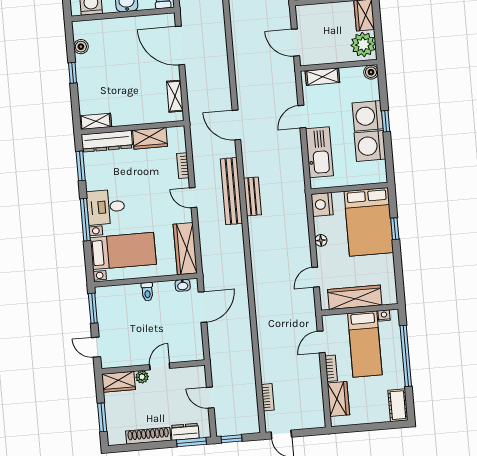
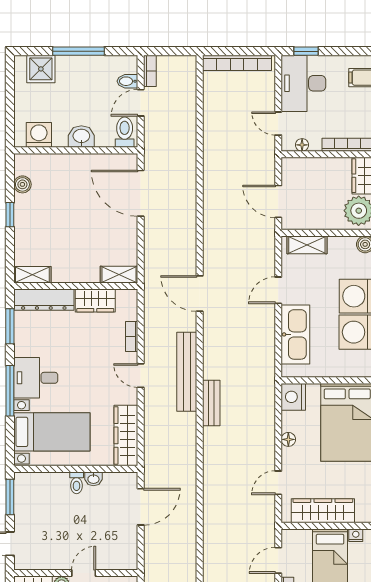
shelving: (175, 96) -> (119, 275), moved, turned 90
bench: (252, 196) -> (211, 403), moved
washbasin: (183, 285) -> (93, 479), moved

